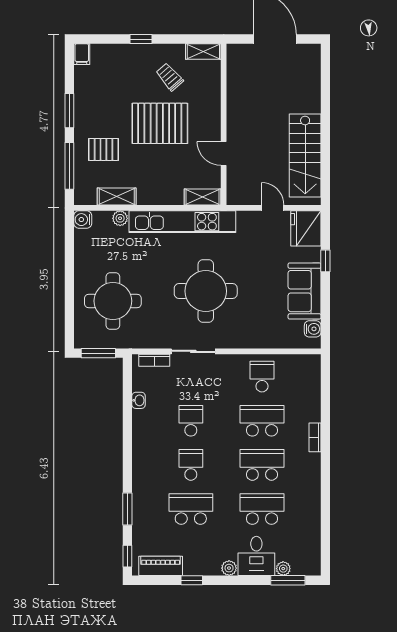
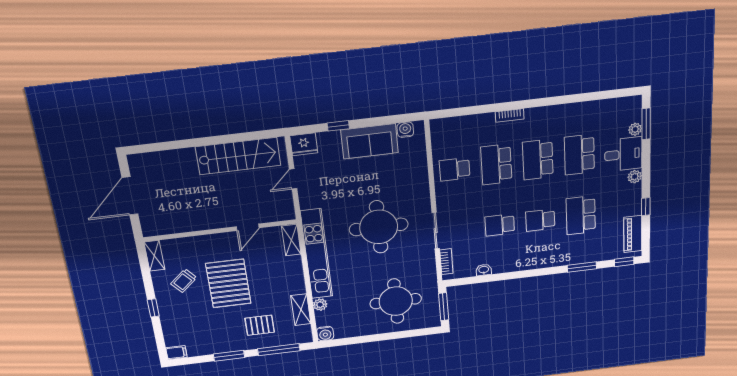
pallet: (103, 149) -> (260, 325), turned 90
fridge: (306, 228) -> (304, 144), width x0.73, depth x0.75

